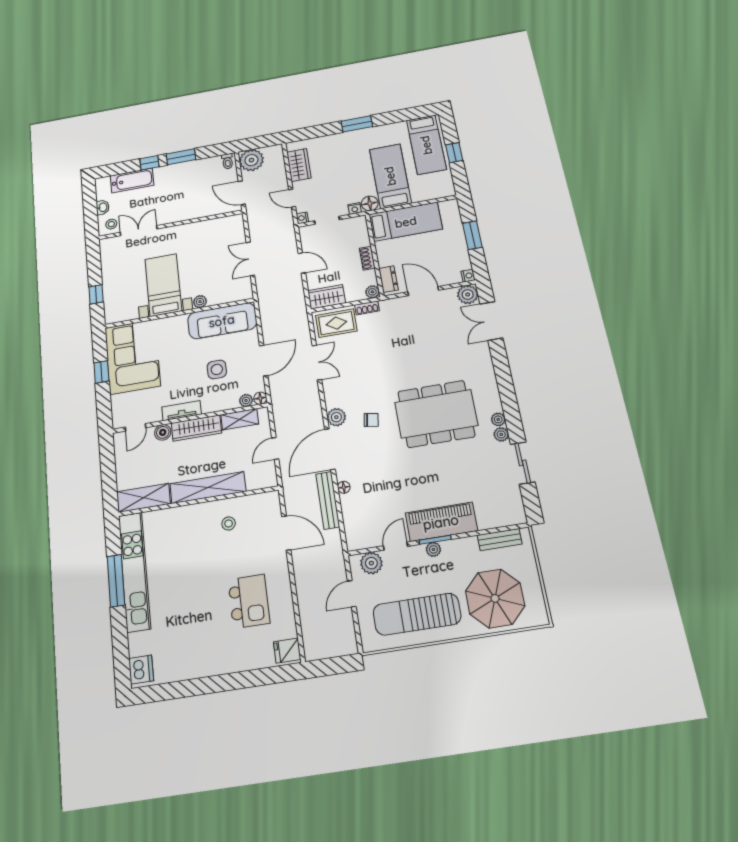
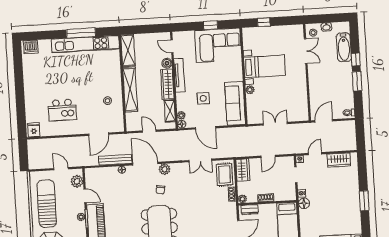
plant: (251, 160) -> (347, 129), removed
bed: (390, 176) -> (322, 219), removed
tv unit: (182, 411) -> (179, 75), width x1.41

